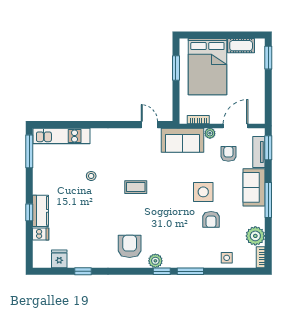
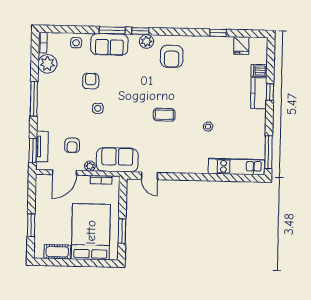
window: (268, 58) -> (31, 225), moved
sofa: (254, 187) -> (109, 44), moved, turned 90
side table: (203, 192) -> (98, 108), width x0.54, depth x0.54

